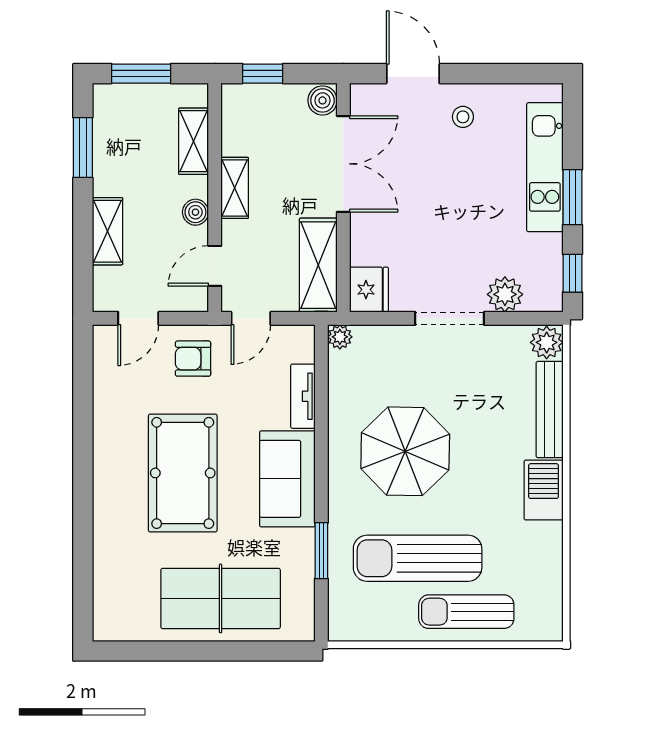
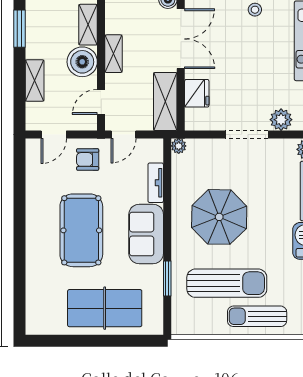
boiler: (195, 212) -> (82, 62), width x1.86, depth x1.86
fridge: (369, 290) -> (197, 93), moved
sun lounger: (418, 558) -> (227, 283), turned 180

